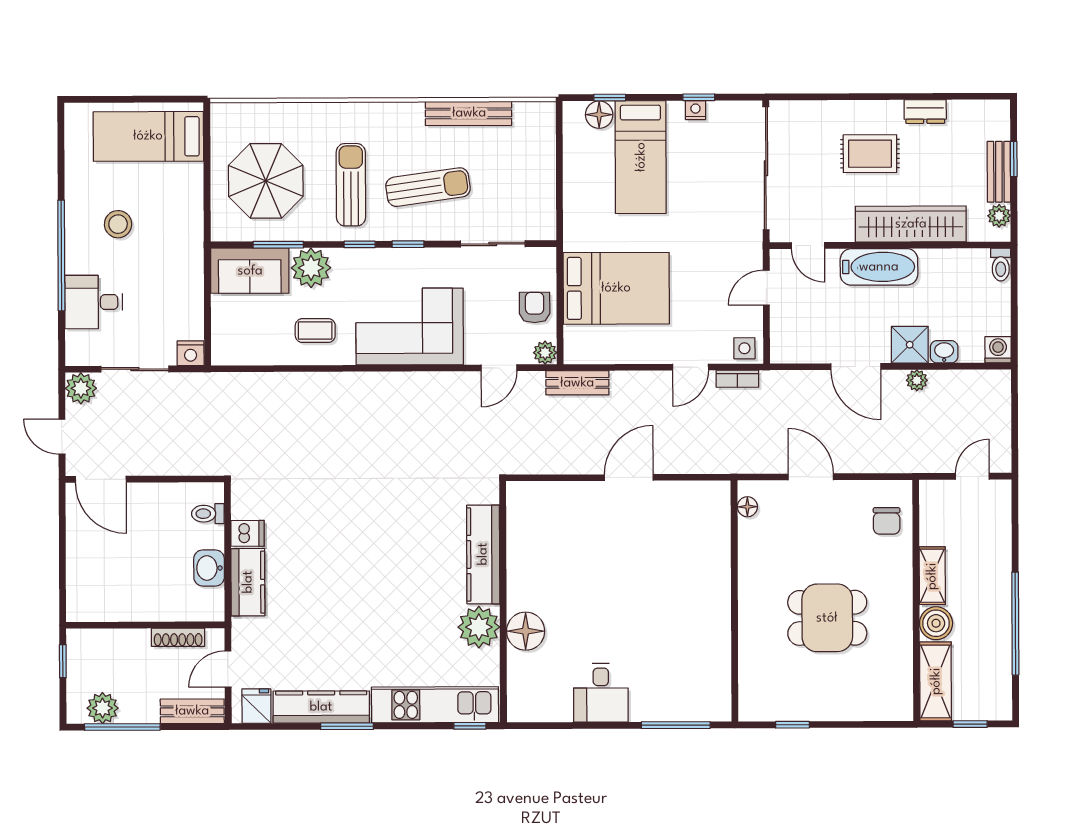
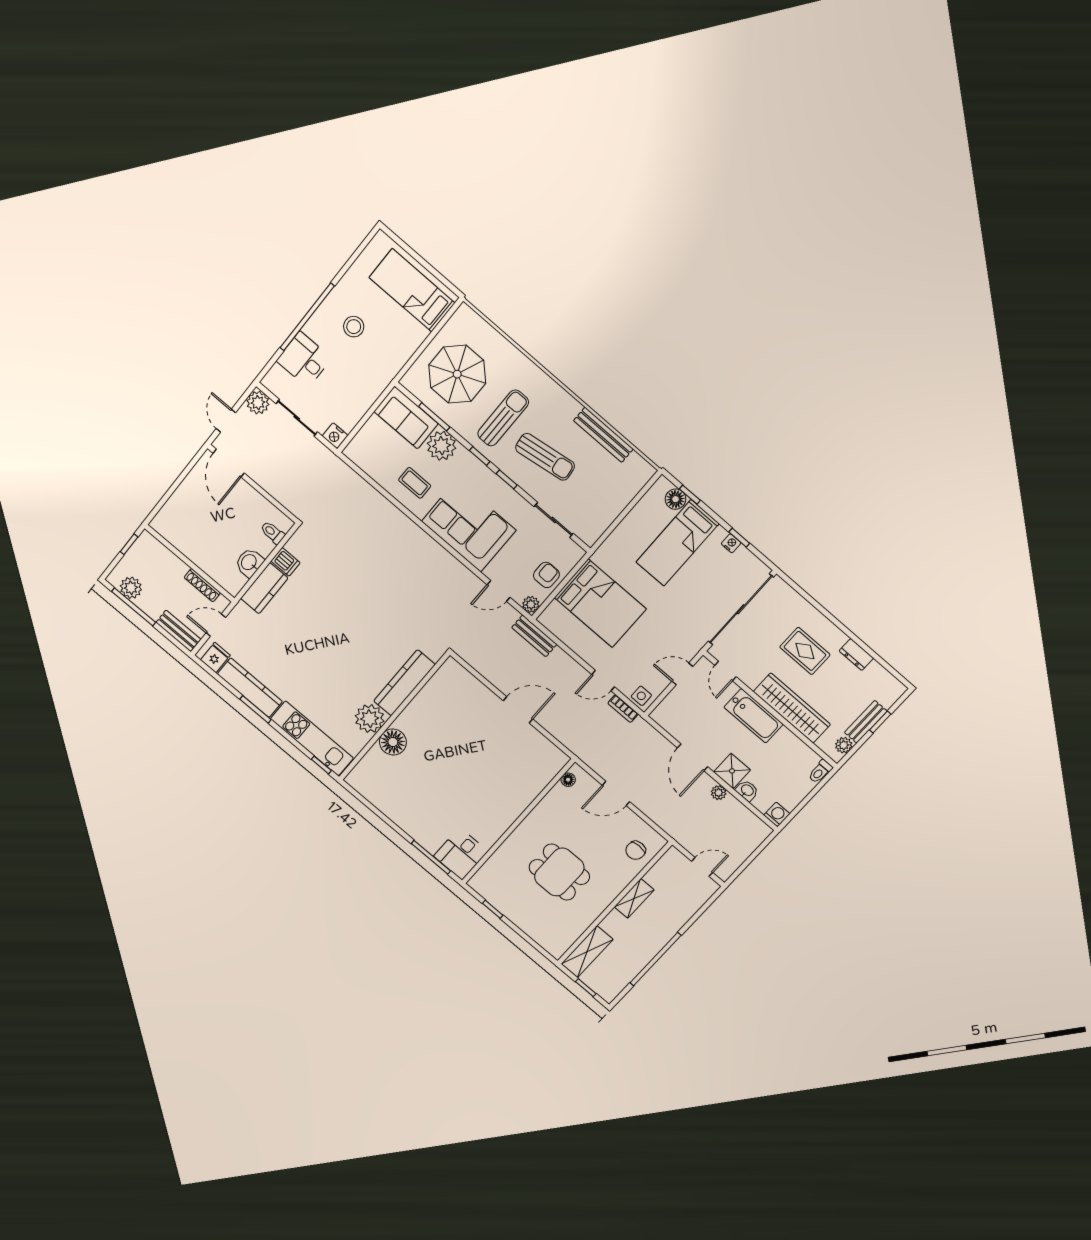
door: (811, 477) -> (616, 793), swing flipped
boiler: (936, 623) -> (614, 924), removed
desk: (601, 693) -> (461, 854), moved

